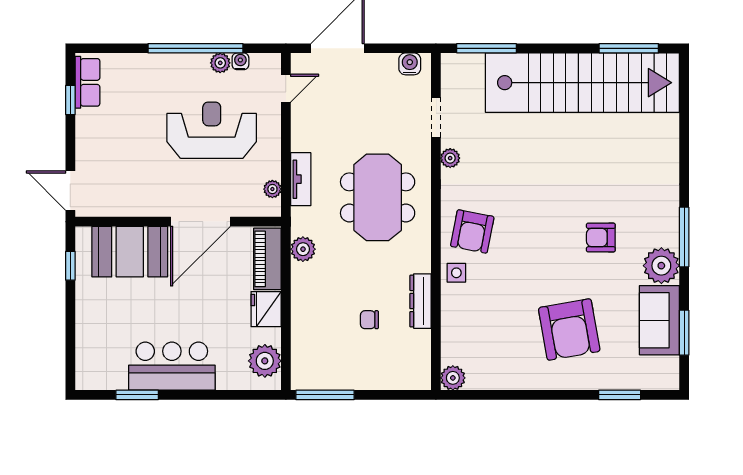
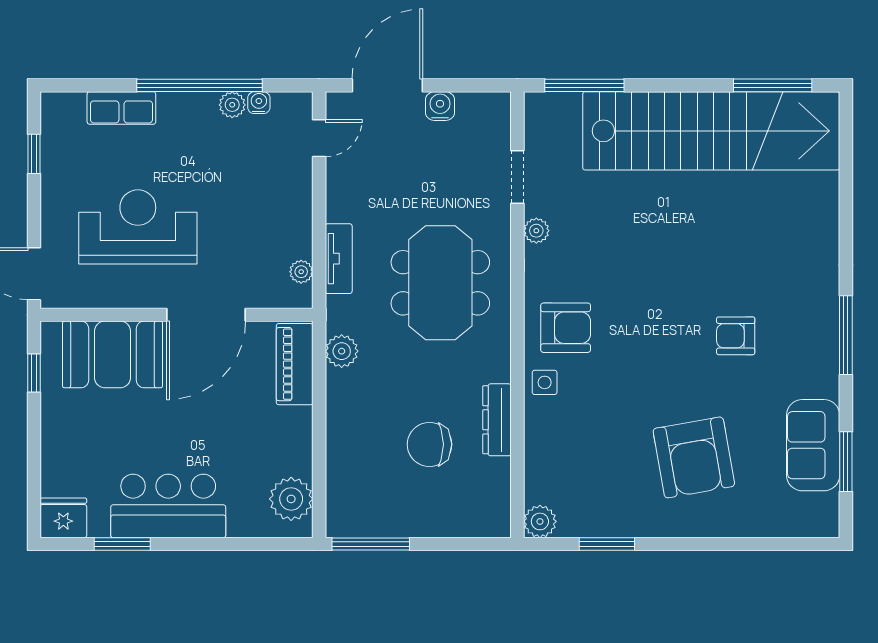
water cooler: (410, 64) -> (440, 106), moved
row of seats: (87, 82) -> (121, 108), moved, turned 90
reception desk: (212, 130) -> (138, 227), moved
armchair: (472, 231) -> (566, 328), turned -101
plant: (661, 266) -> (816, 373), removed
fridge: (266, 309) -> (63, 518), moved, turned 90
chair: (369, 320) -> (430, 444), width x1.87, depth x1.87
window: (620, 395) -> (607, 544), moved

